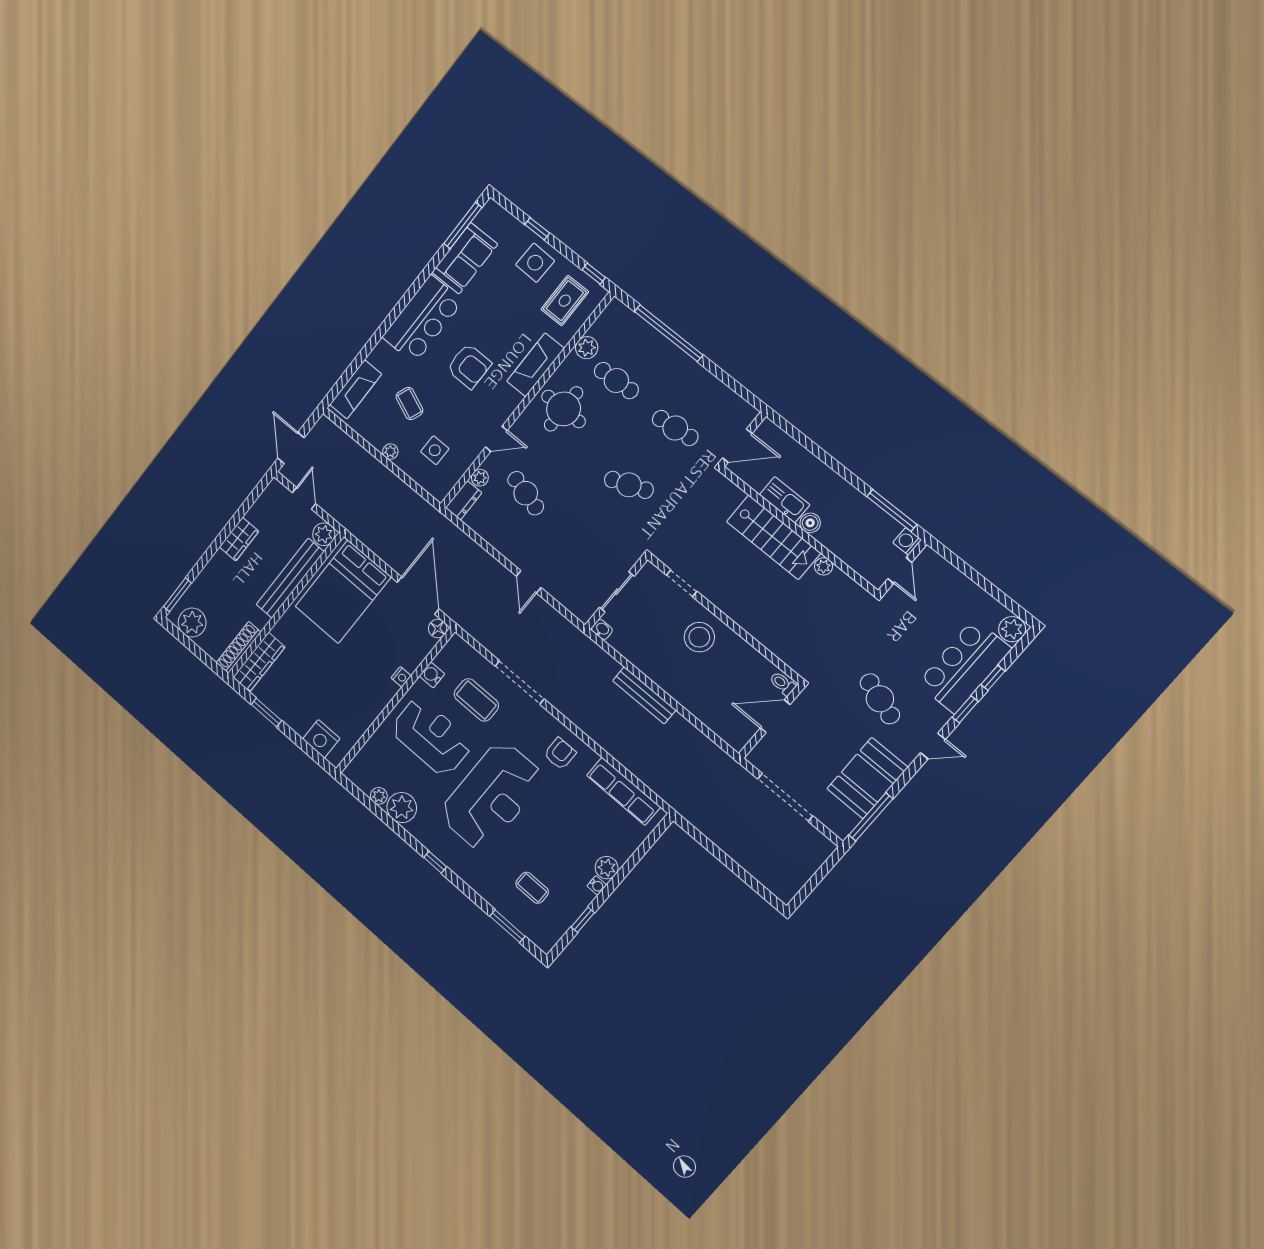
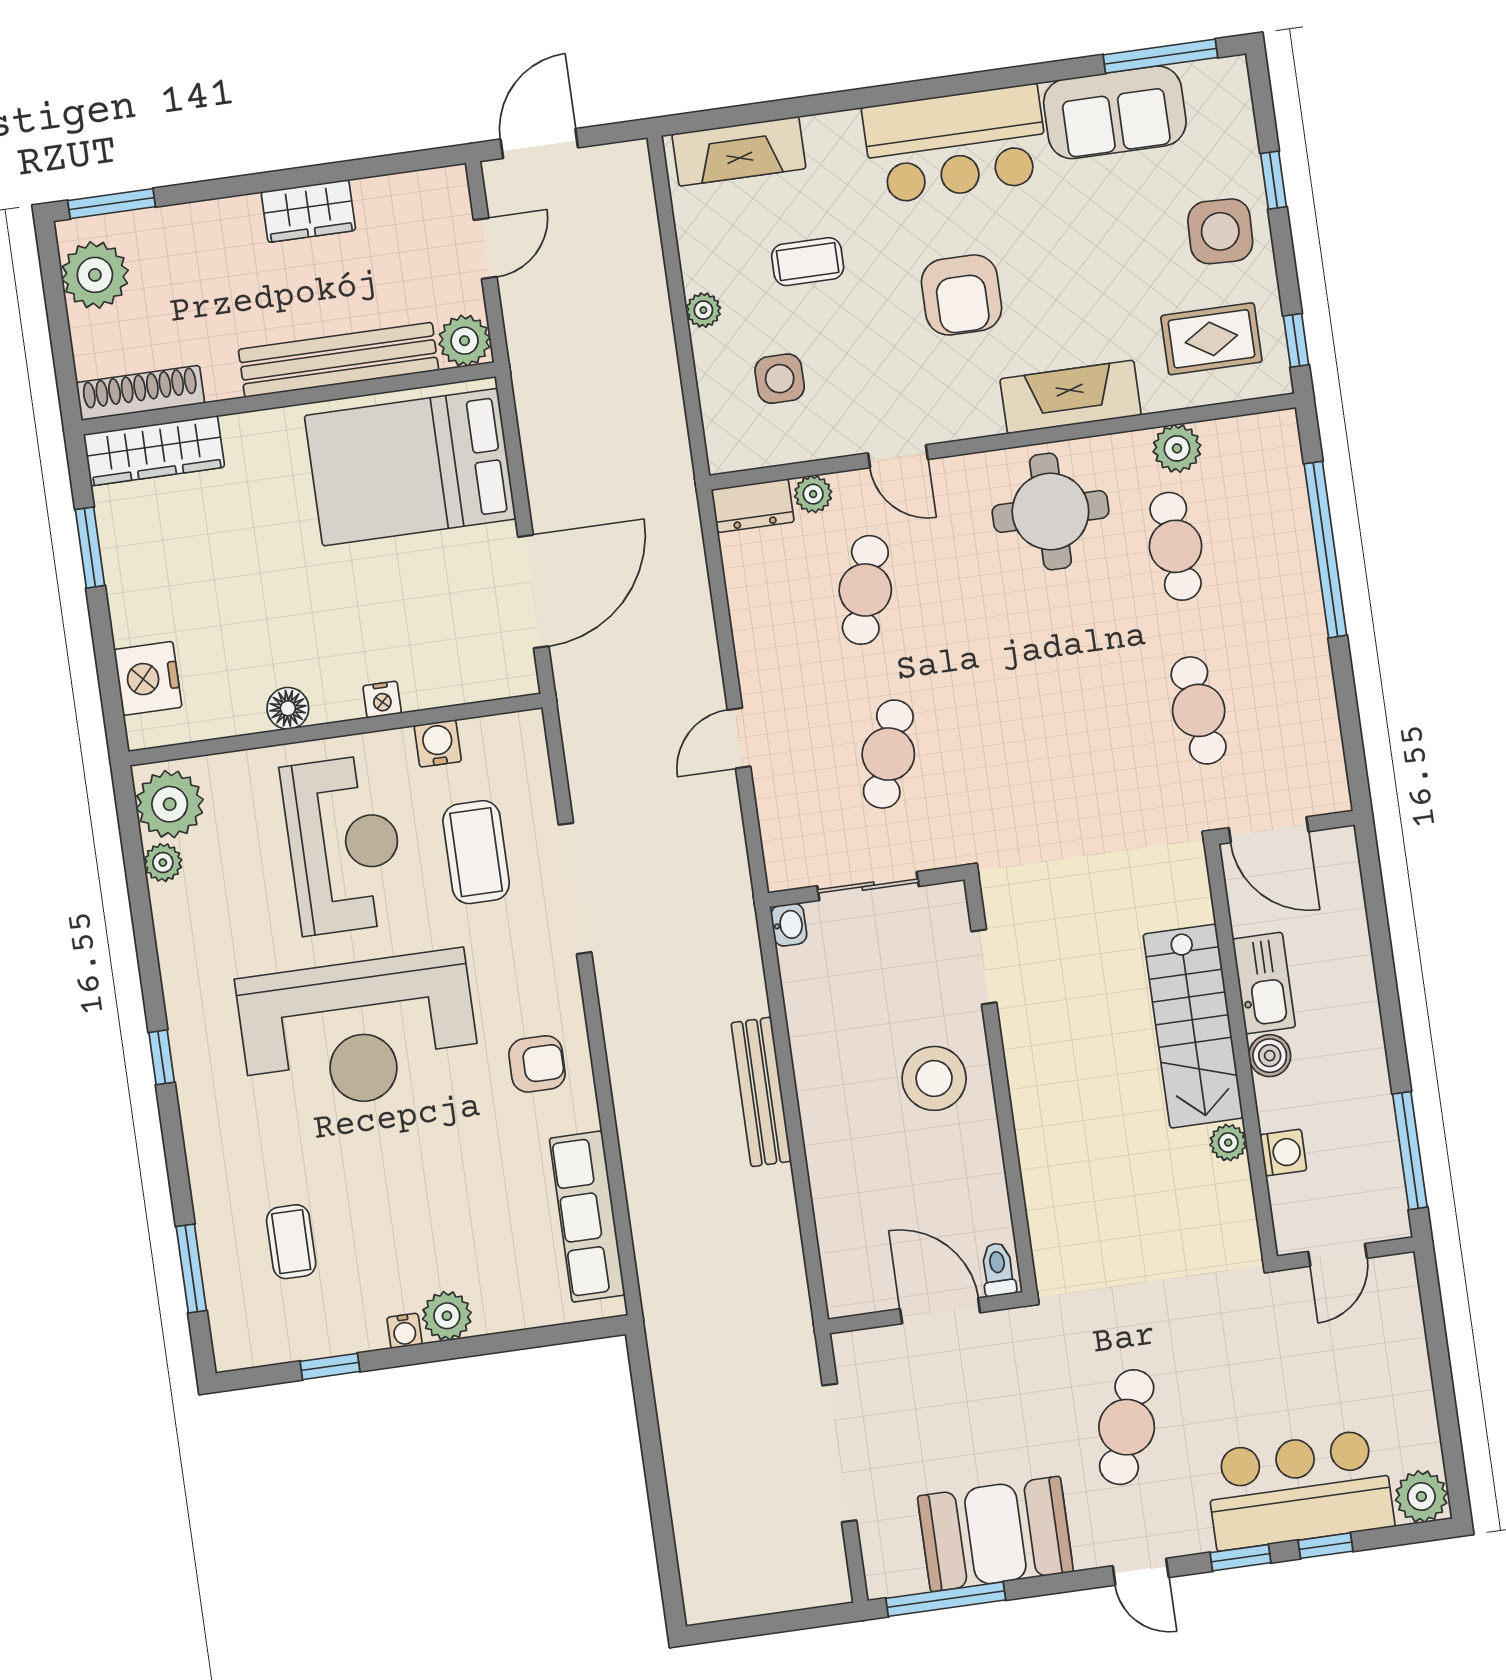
coffee table: (409, 404) -> (808, 262), turned 68
cafe table: (629, 485) -> (888, 754), moved, turned 39
washing machine: (907, 541) -> (1283, 1153), moved, turned 90
floor lamp: (438, 629) -> (288, 708), moved
plant: (402, 808) -> (170, 804), moved

